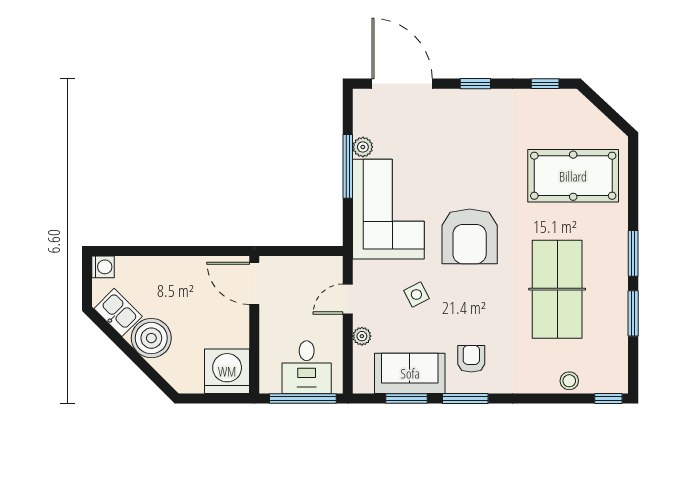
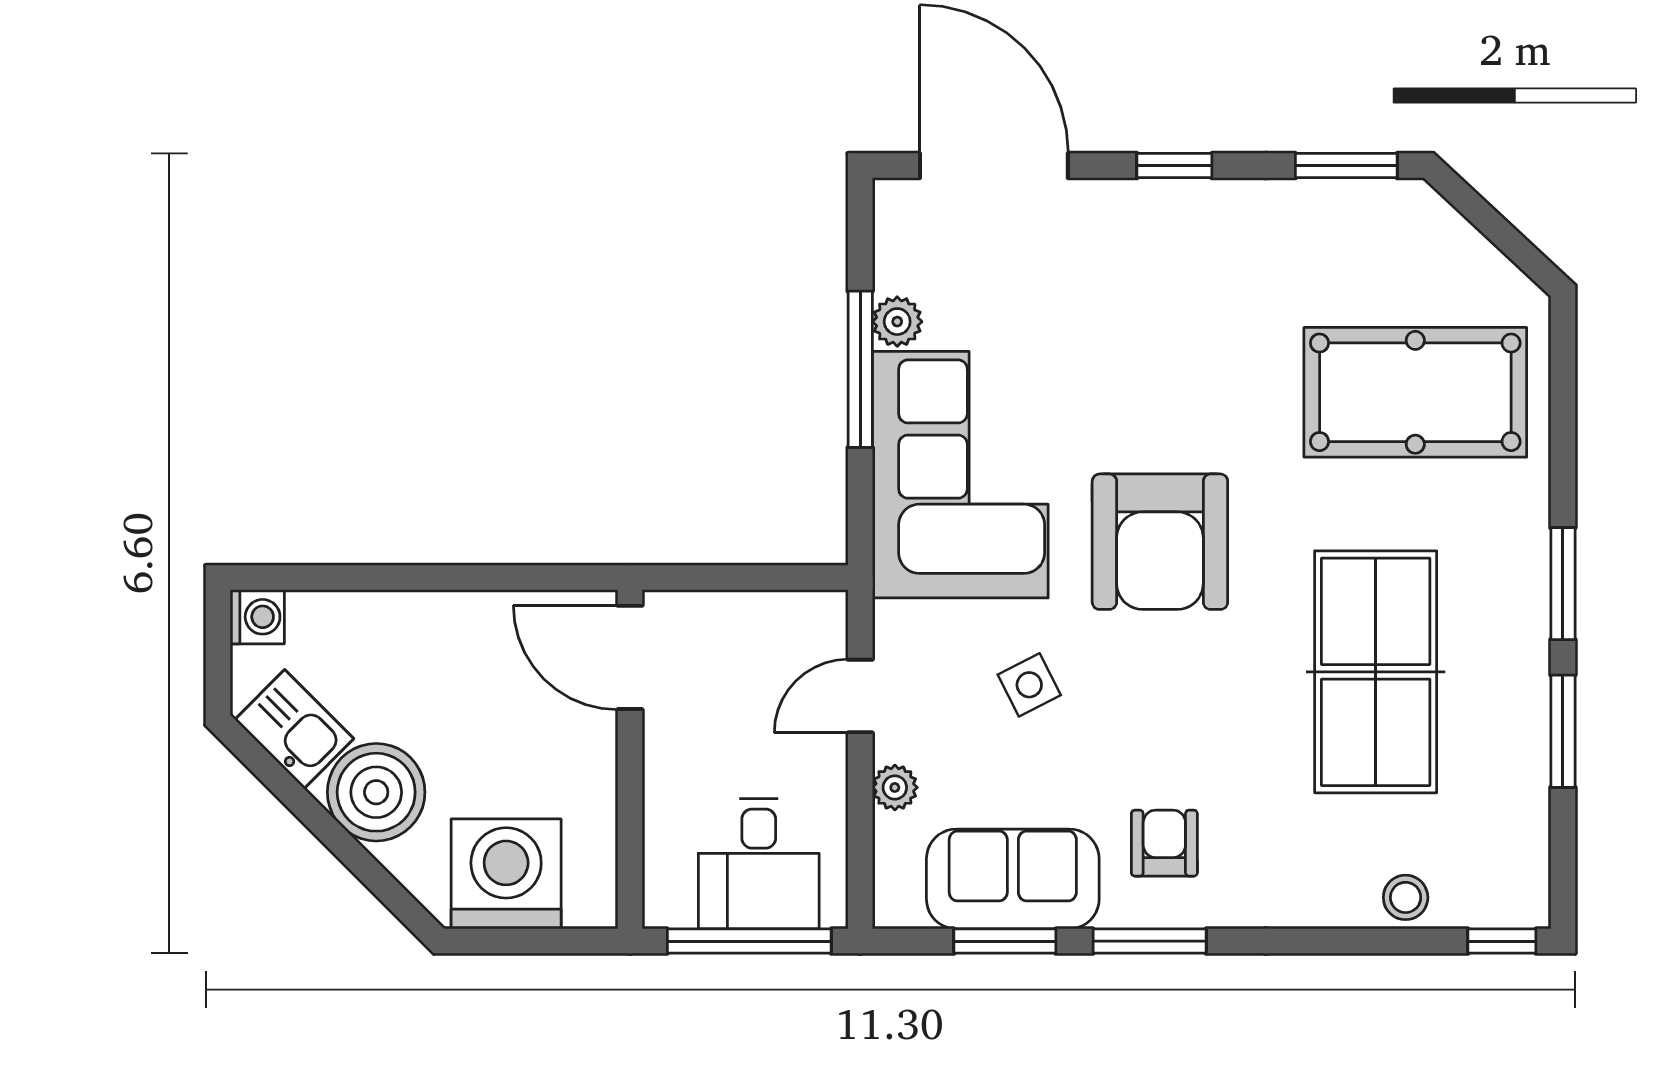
window: (545, 84) -> (1346, 166), width x1.50
washing machine: (227, 371) -> (506, 874), moved

